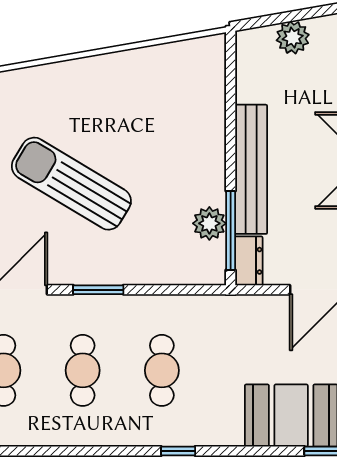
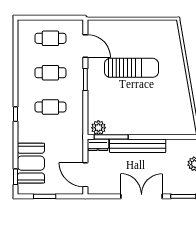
sun lounger: (71, 184) -> (131, 68), turned 59
plant: (209, 223) -> (98, 128), moved

